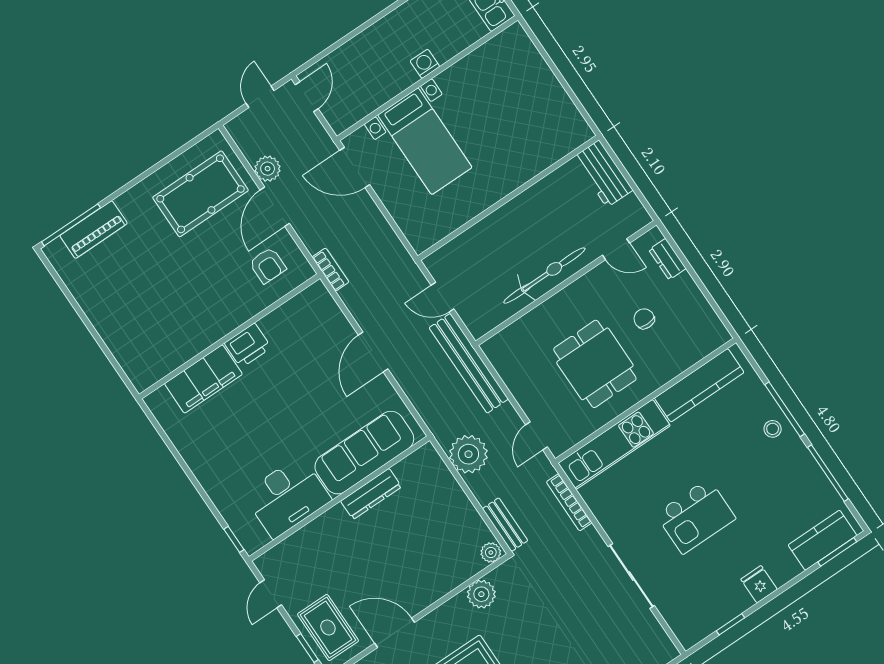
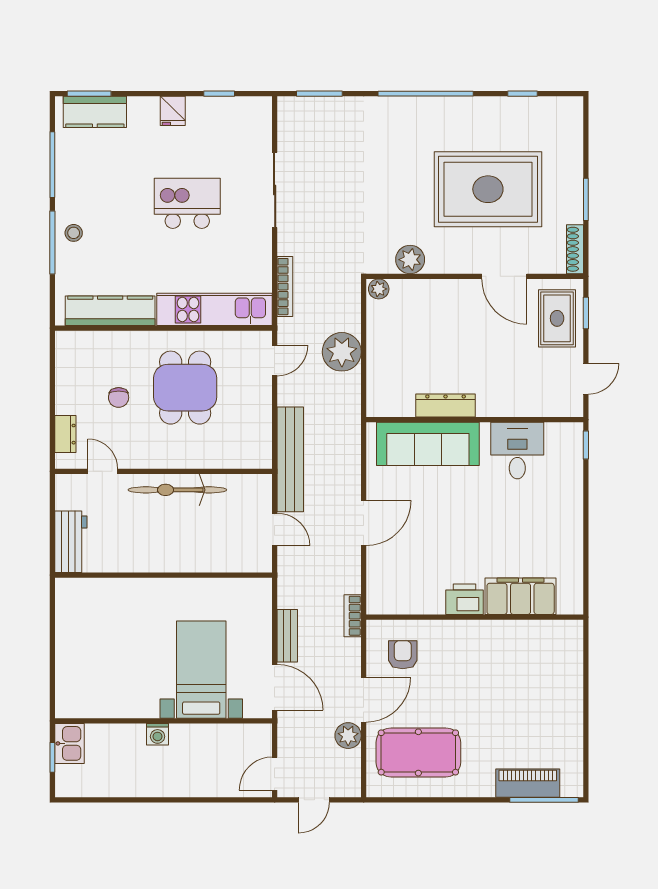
plant: (468, 454) -> (342, 352), moved
desk: (287, 497) -> (517, 450), width x0.73
bench: (505, 525) -> (287, 636), moved

